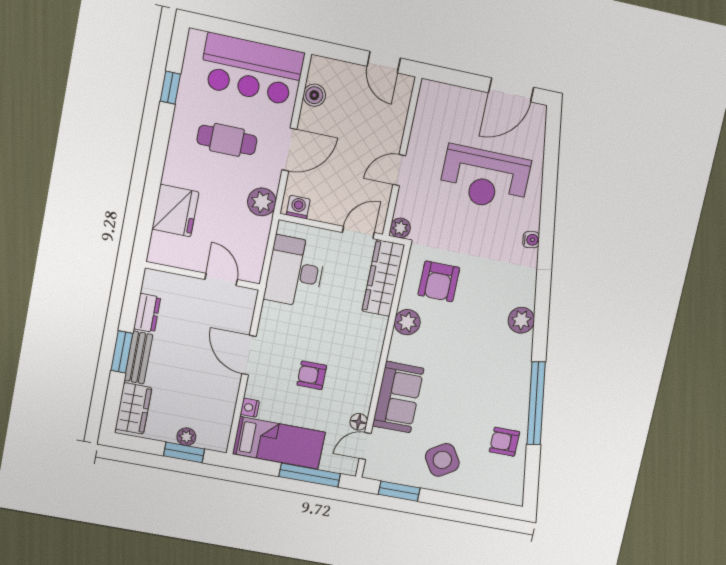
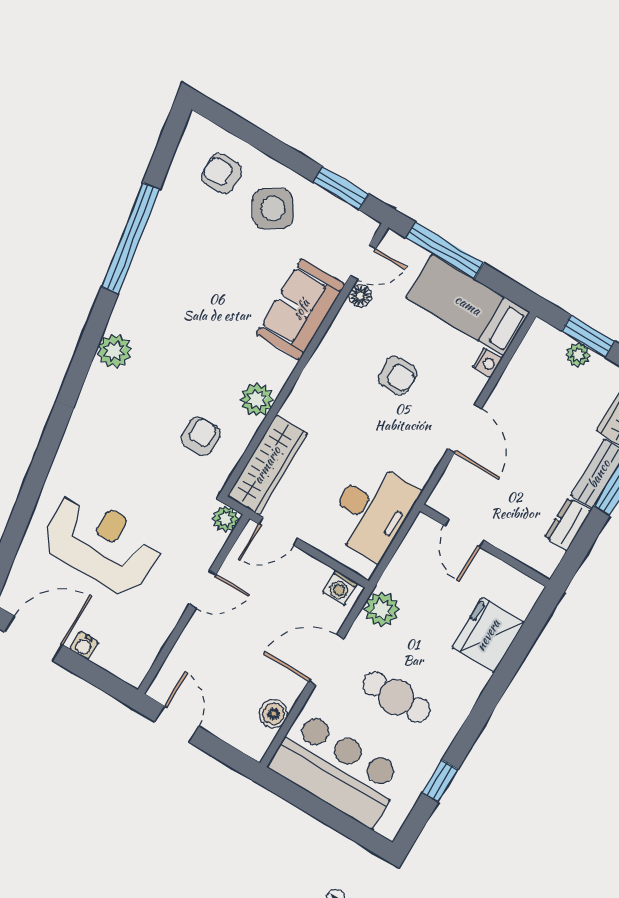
water cooler: (531, 240) -> (84, 646), moved, turned -81
armchair: (439, 281) -> (201, 436), width x0.72, depth x0.72
armchair: (504, 442) -> (222, 174), moved, turned 180

